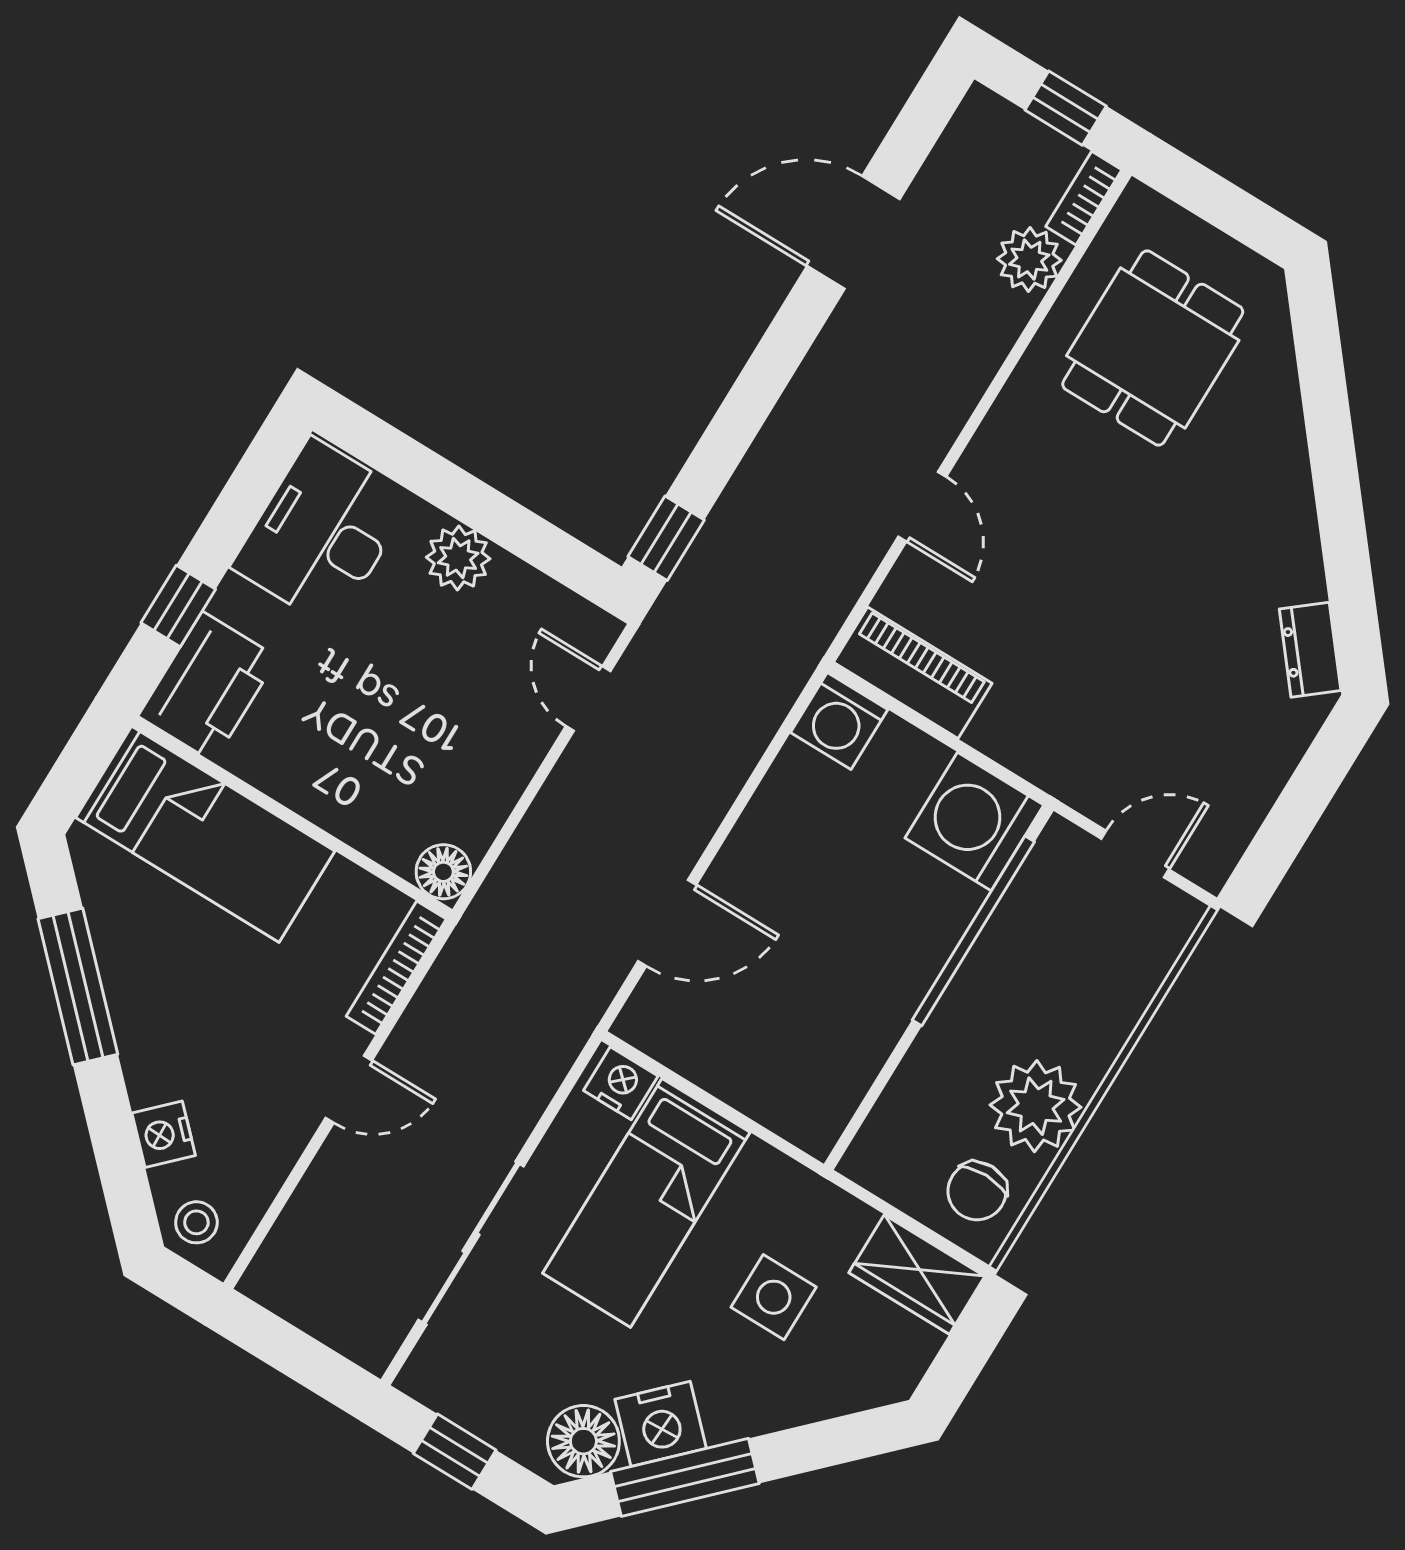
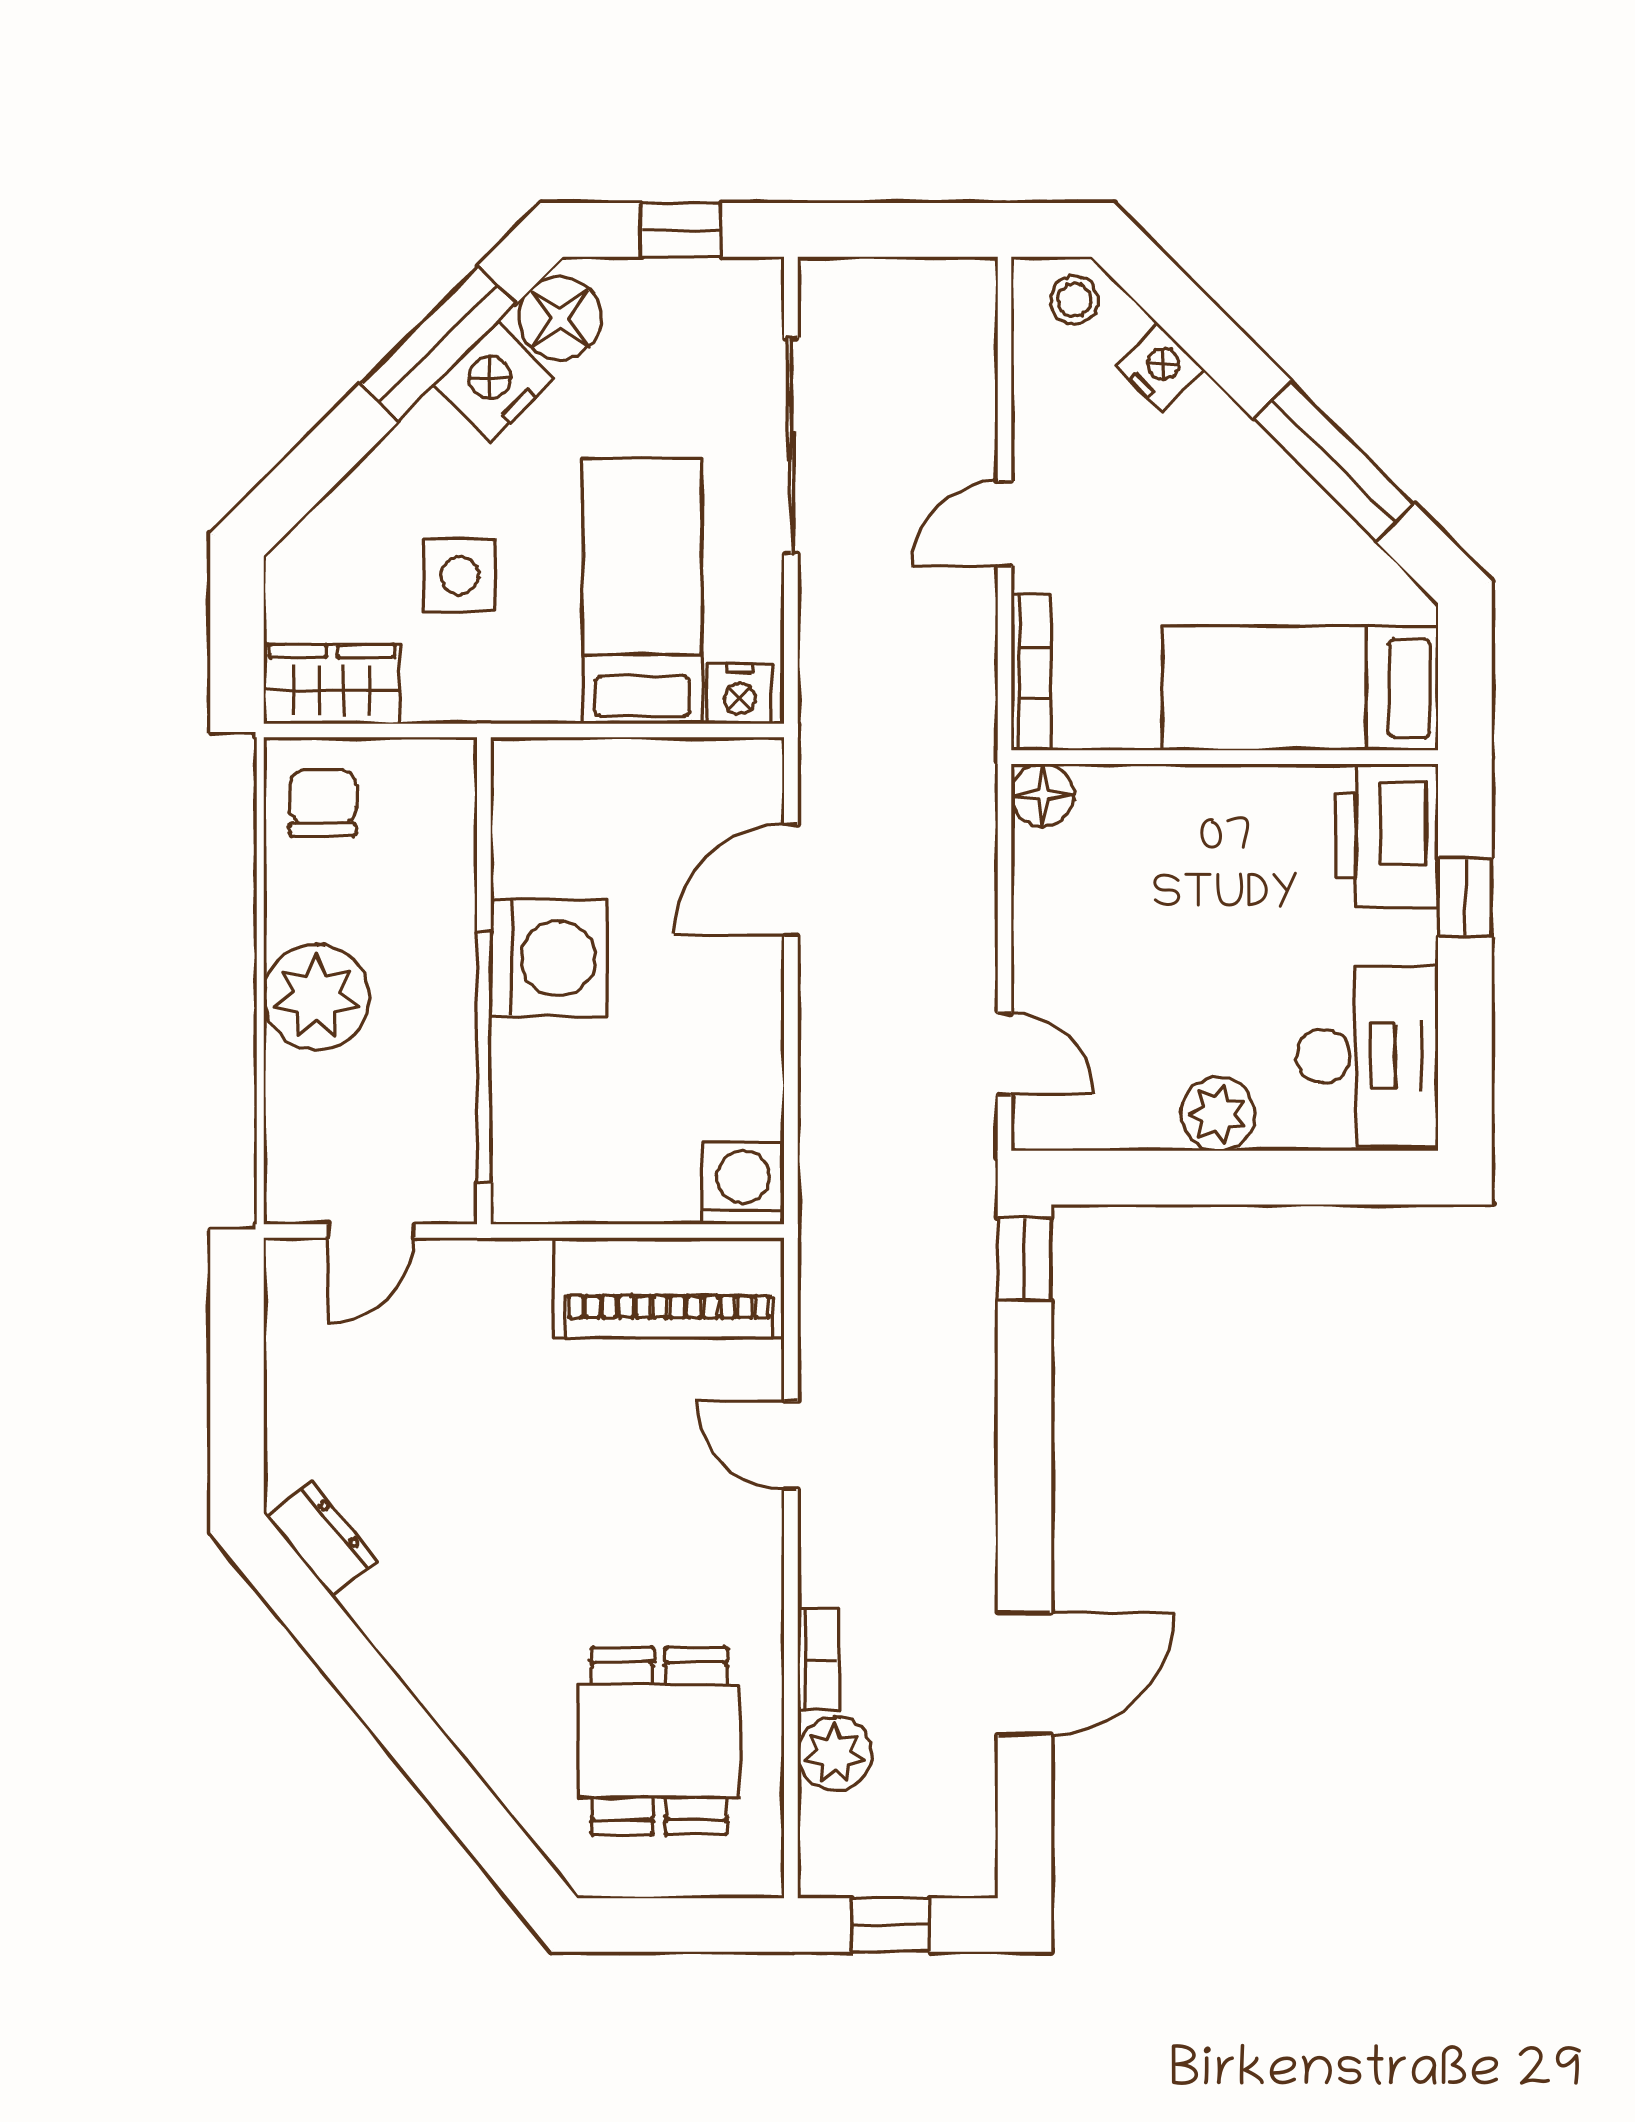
bookcase: (1084, 198) -> (818, 1660), moved
piano: (913, 673) -> (669, 1288), width x1.37, depth x1.33
washing machine: (974, 822) -> (549, 958), moved
plant: (1036, 1106) -> (316, 997), moved

